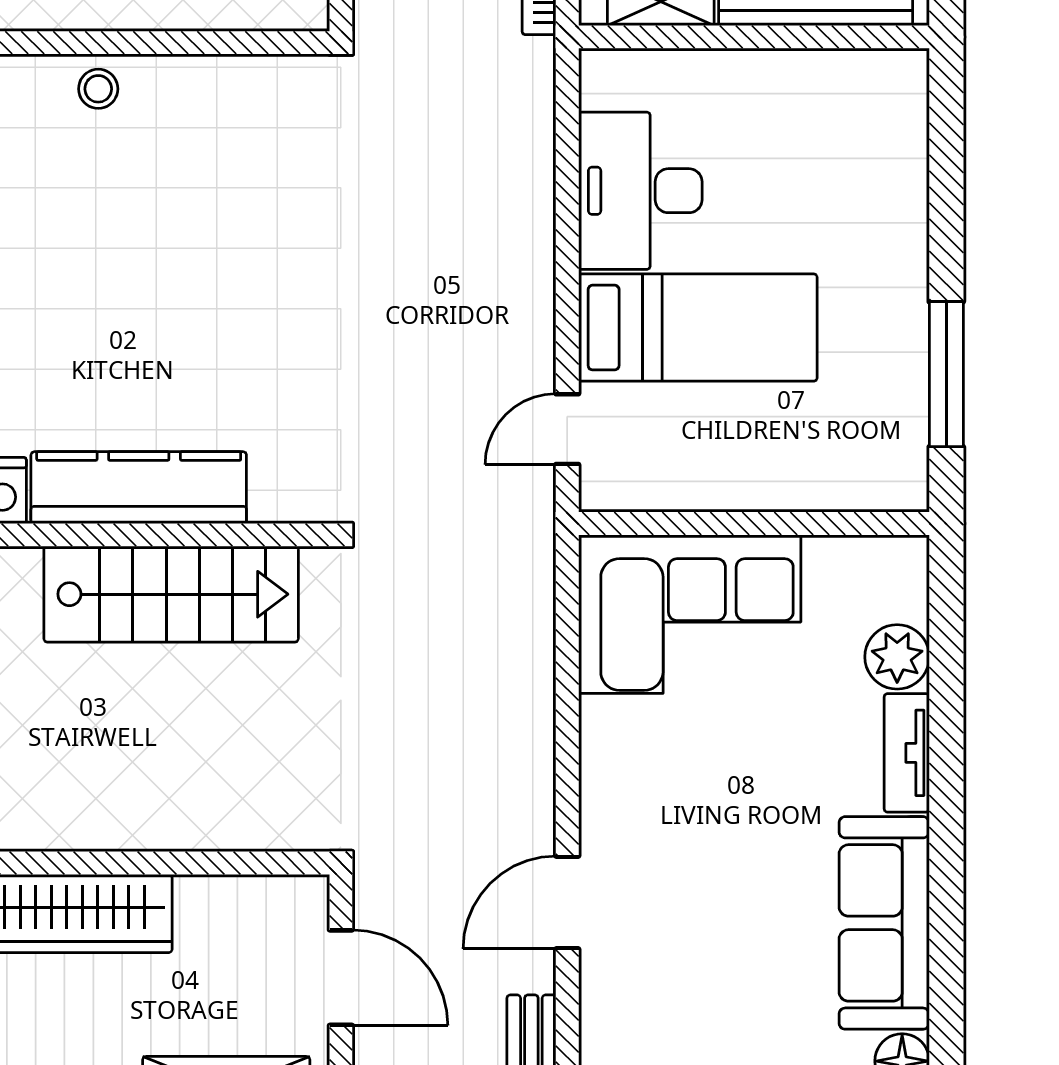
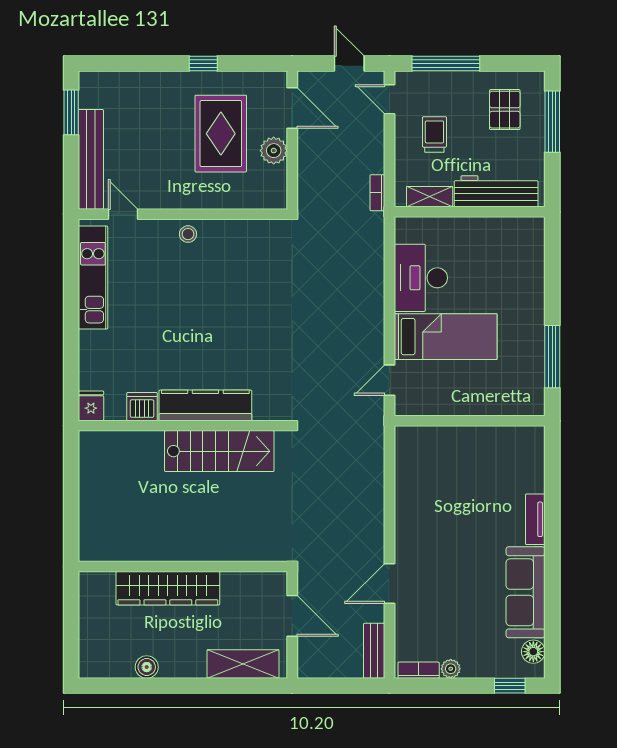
corner sofa: (690, 614) -> (442, 460), removed
plant: (897, 657) -> (531, 478), removed

